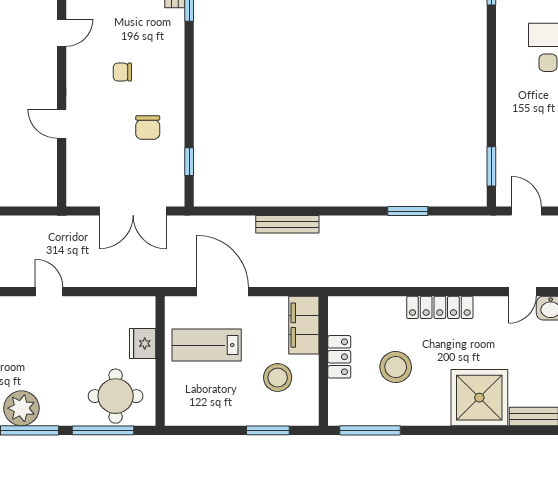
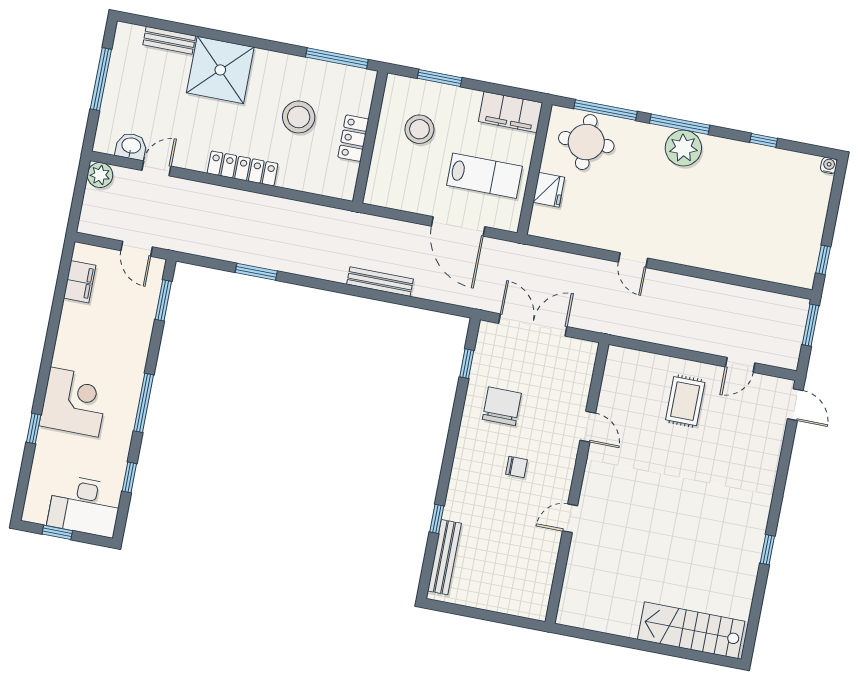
window: (491, 65) -> (144, 403), added
chair: (148, 127) -> (502, 406), width x1.37, depth x1.37
filing cabinet: (304, 325) -> (510, 112), moved, turned 90

